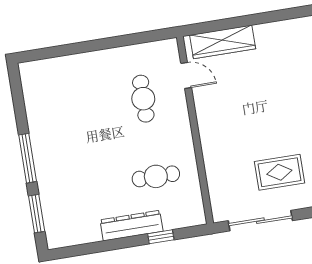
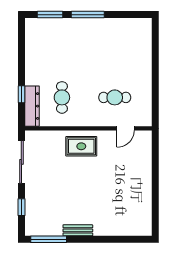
wardrobe: (223, 42) -> (144, 156), removed
rug: (279, 172) -> (81, 146), moved, turned 90
dresser: (132, 226) -> (32, 106), moved

